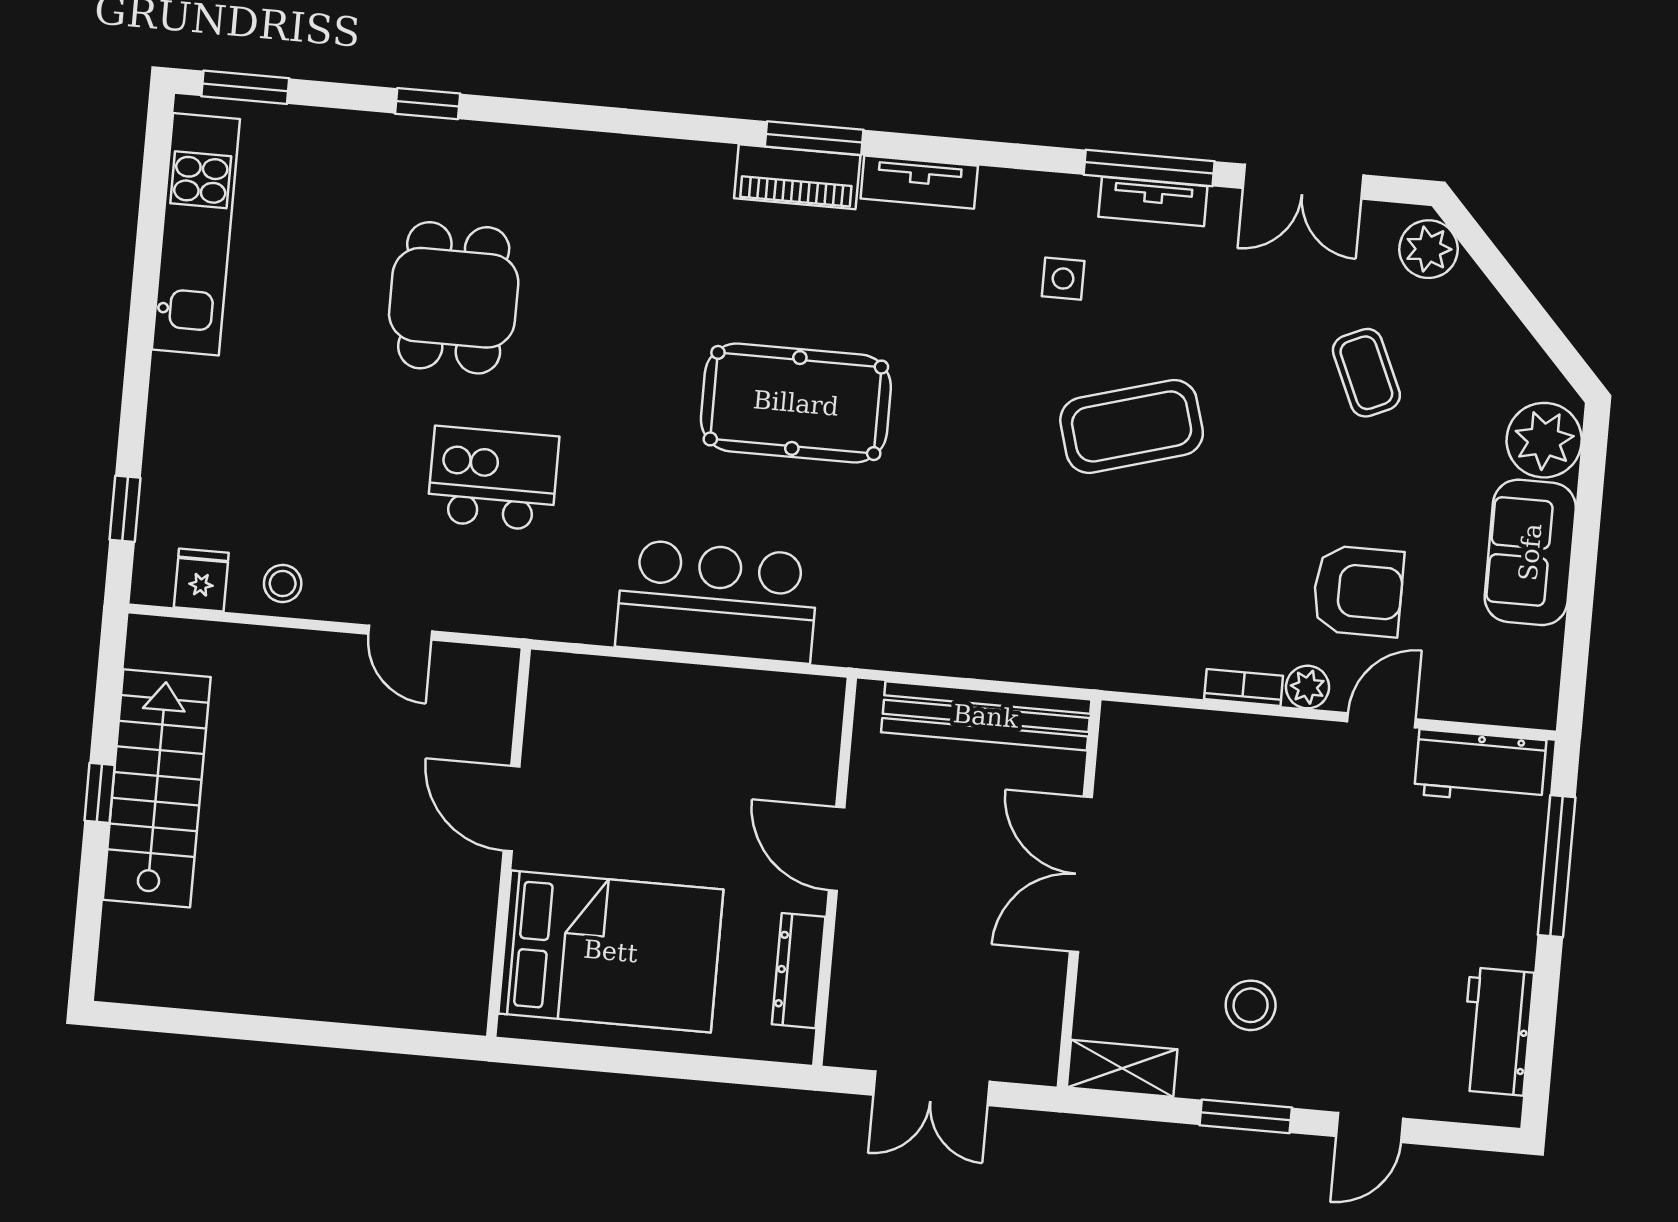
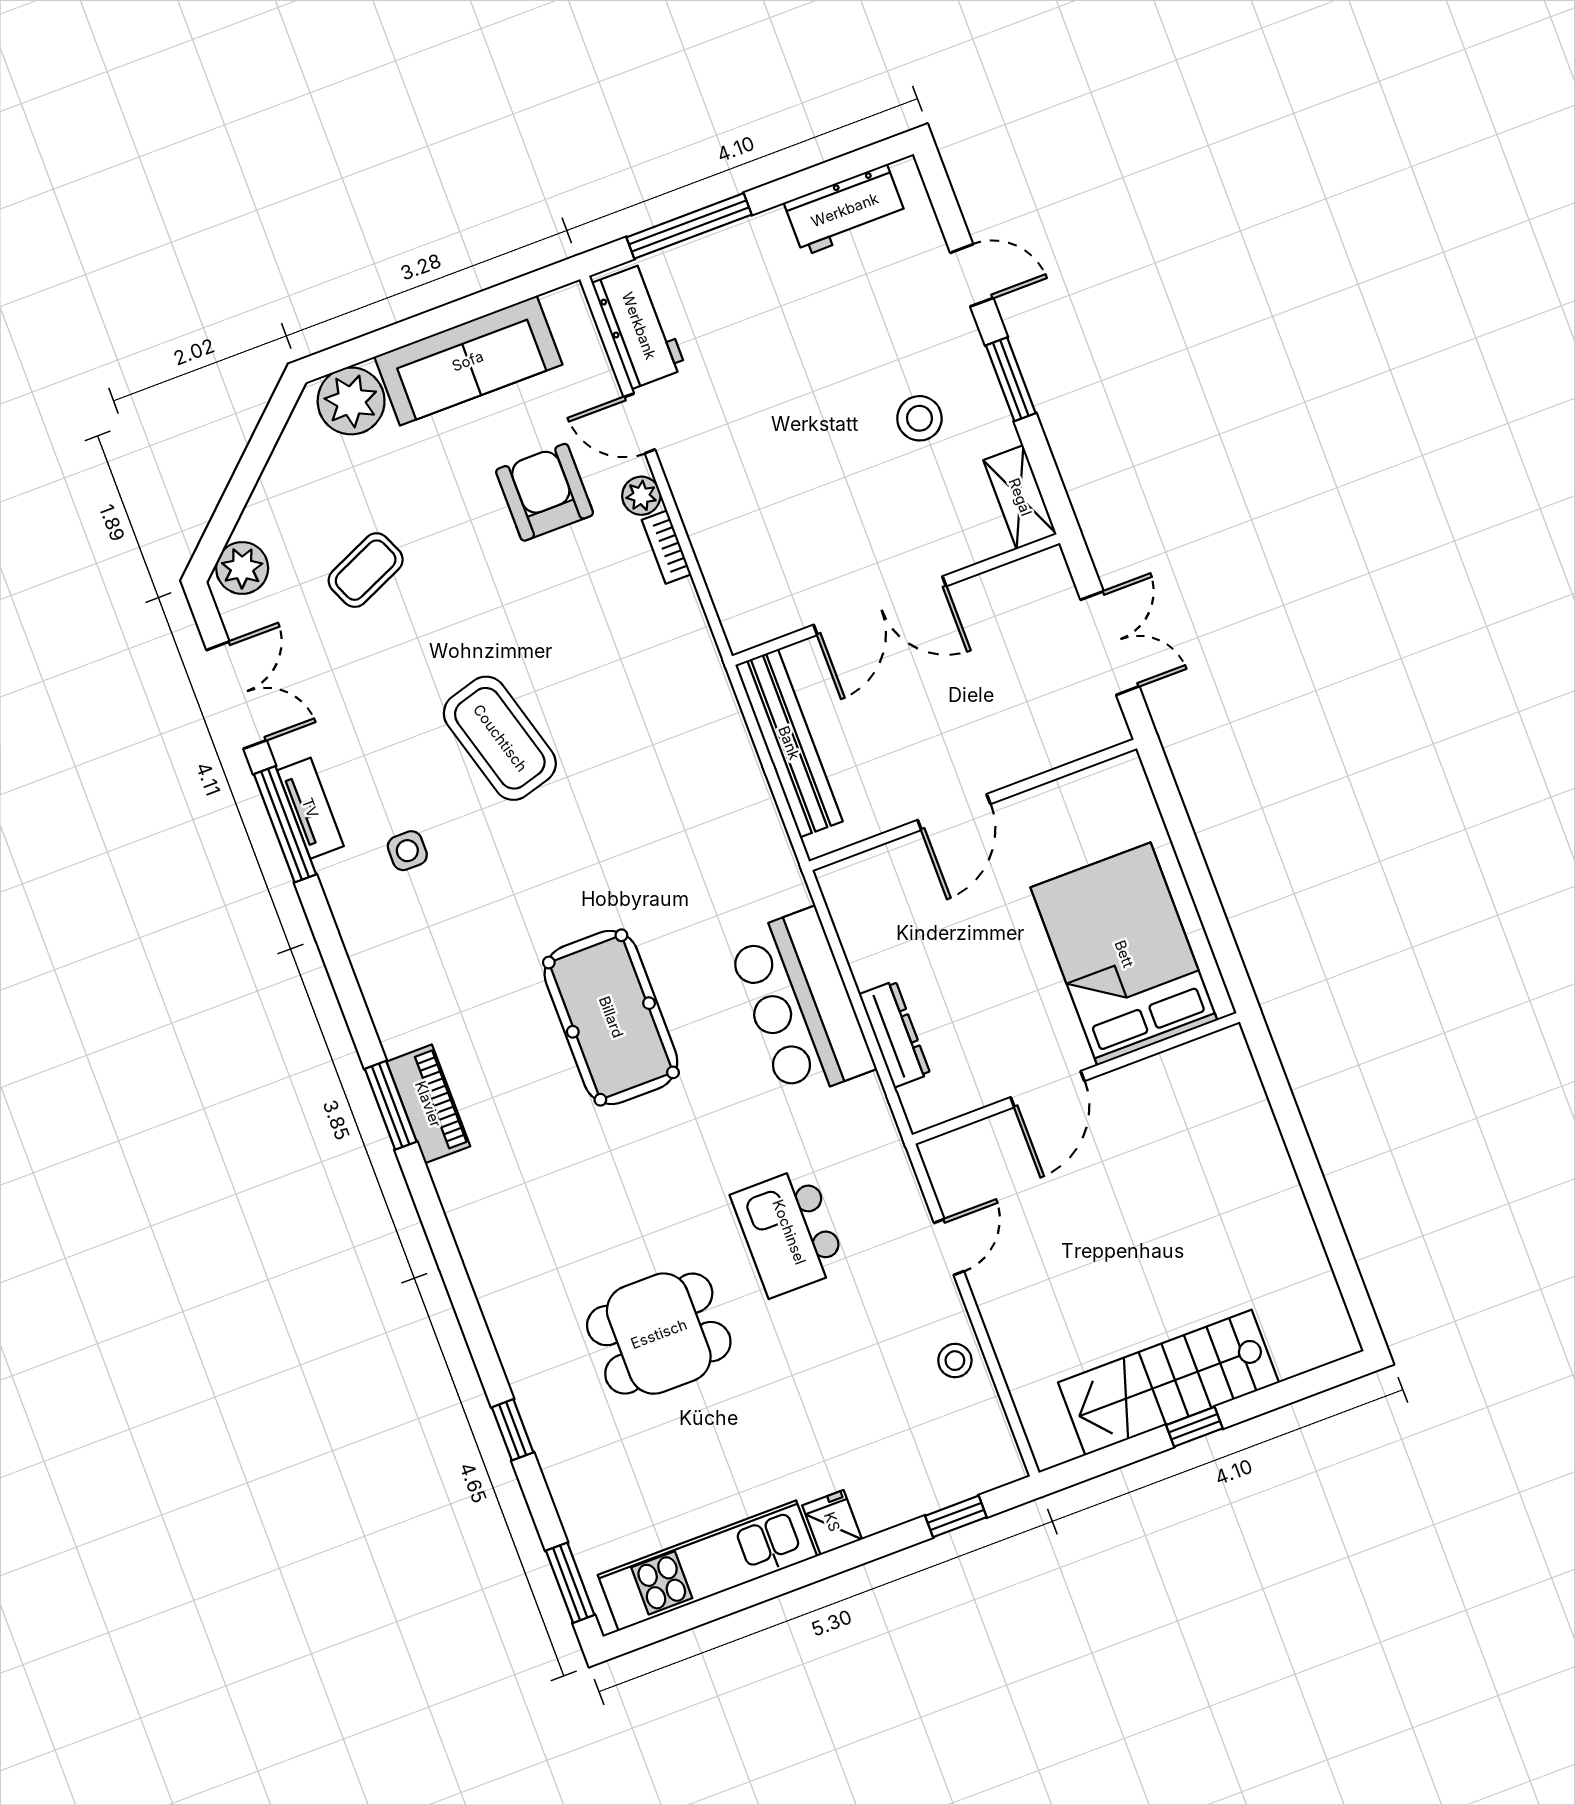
tv unit: (919, 182) -> (385, 1004), removed
sofa: (1530, 552) -> (468, 361), width x1.36
fridge: (201, 580) -> (832, 1522), moved, turned 90
dresser: (799, 971) -> (895, 1034), moved, turned -90

